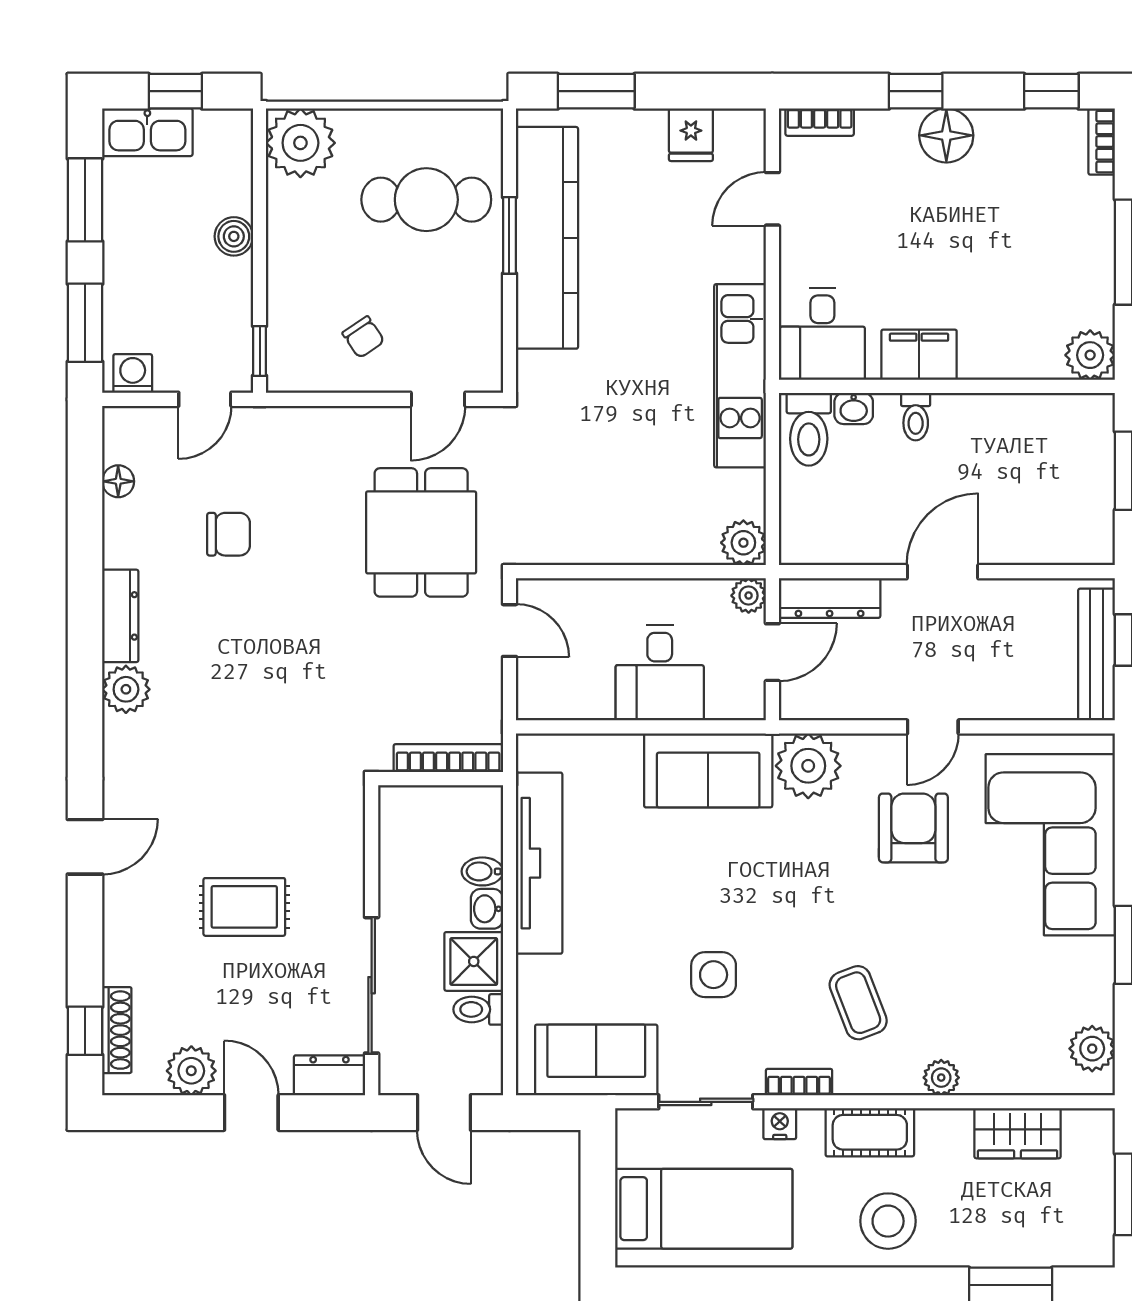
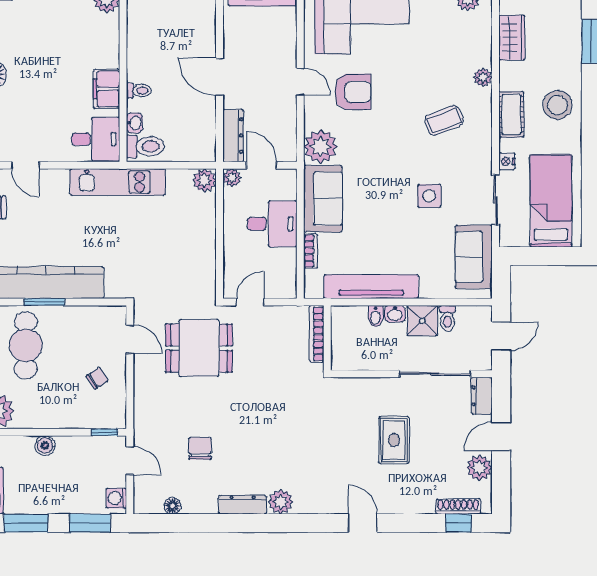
armchair: (913, 828) -> (353, 92), turned 180
bookcase: (799, 1082) -> (311, 251), moved, turned 180

